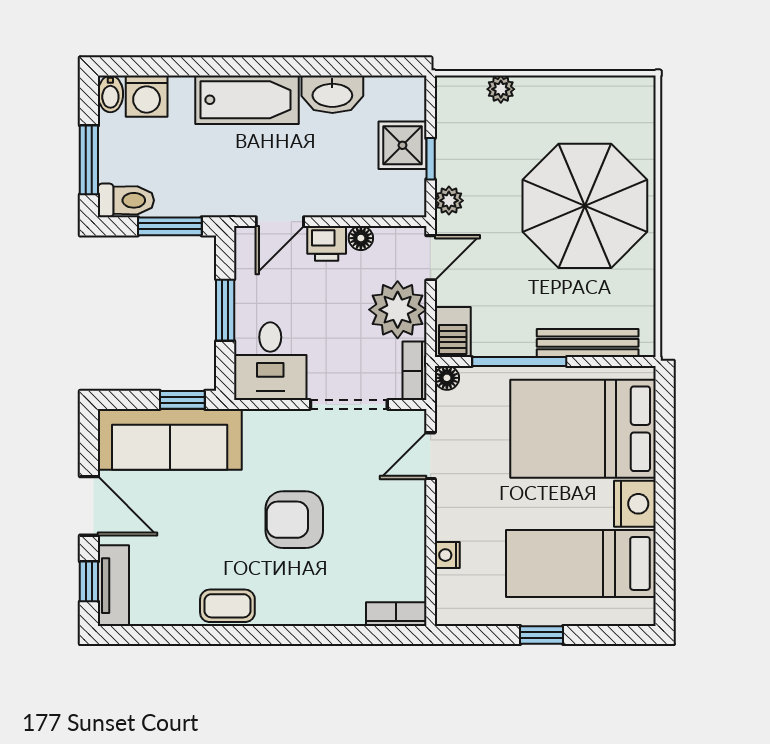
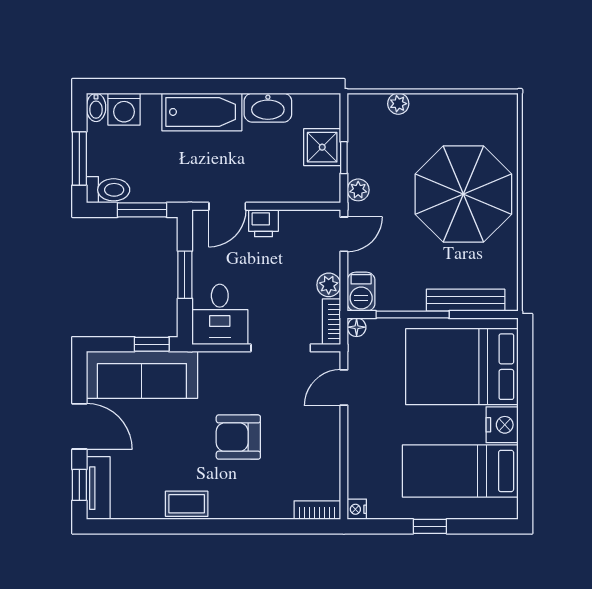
floor lamp: (361, 238) -> (290, 219), removed
plant: (398, 310) -> (329, 285), width x0.53, depth x0.53
nightstand: (447, 555) -> (357, 509), moved

